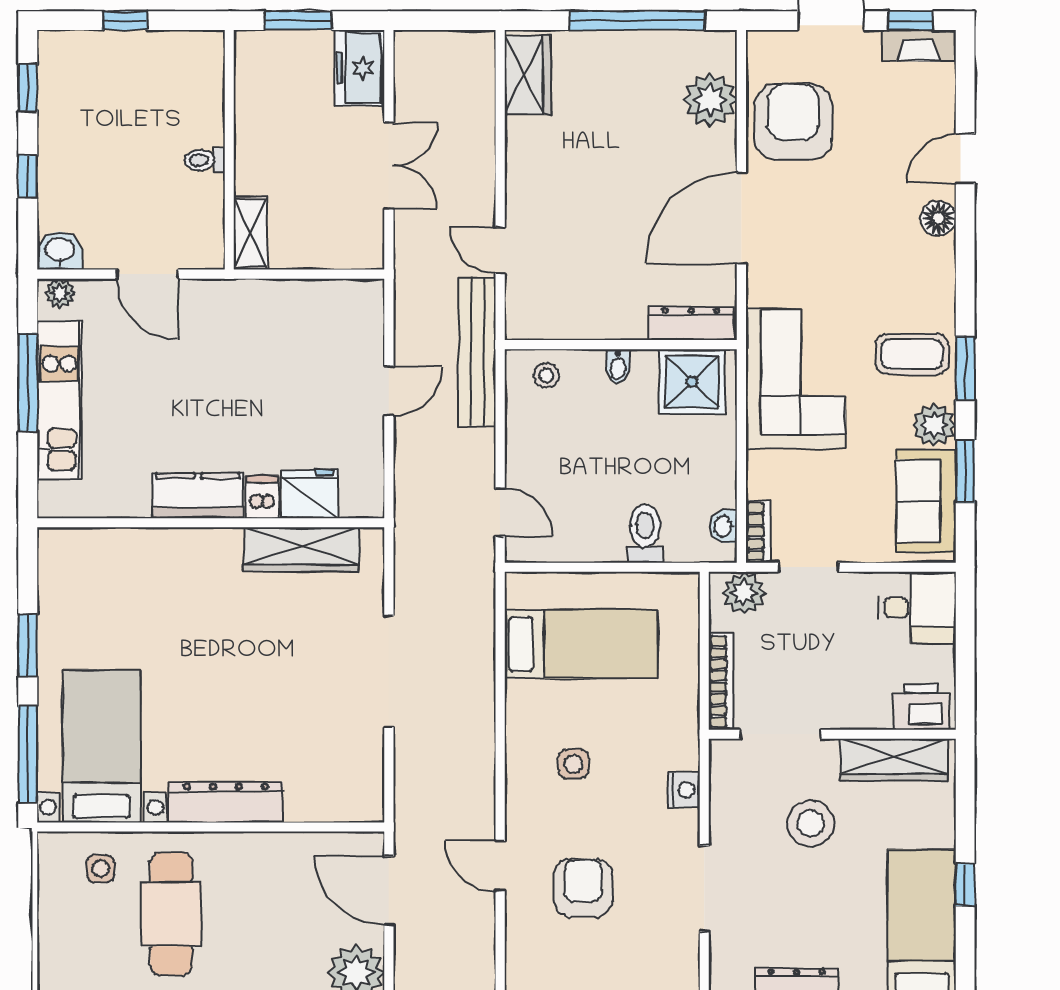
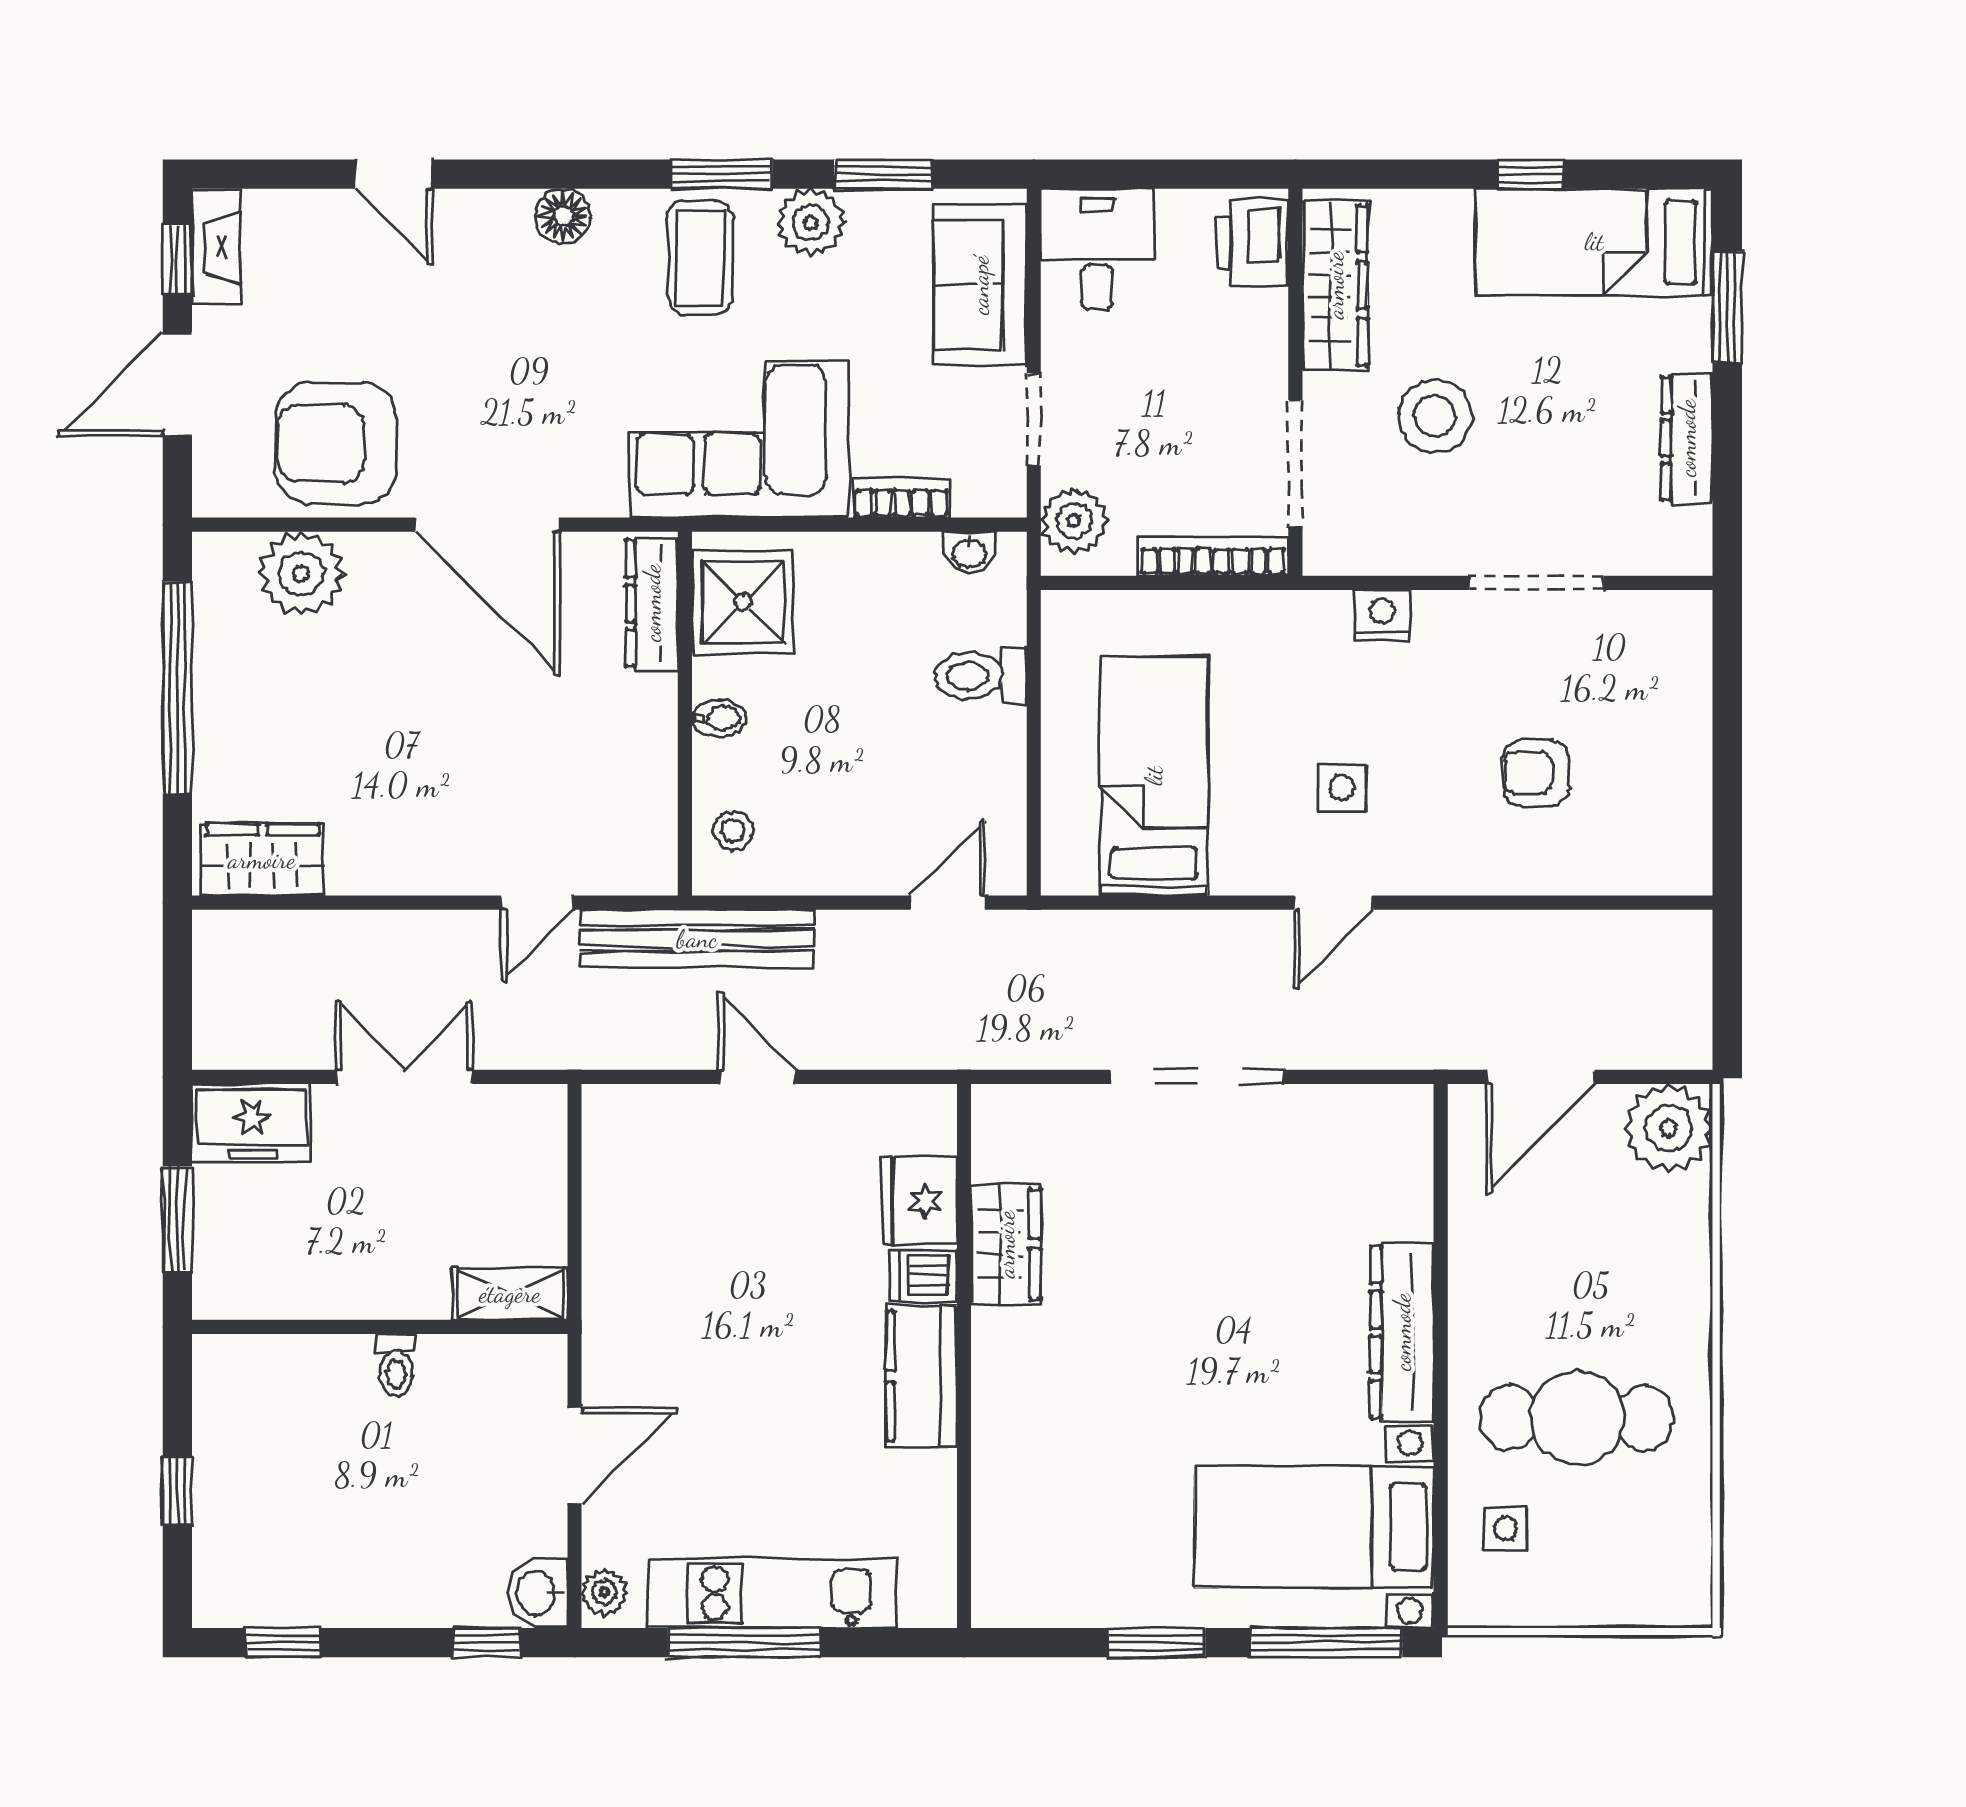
window: (28, 176) -> (487, 1643), moved
floor lamp: (938, 218) -> (563, 216), moved
sofa: (926, 501) -> (980, 285), moved, turned 90
bookcase: (758, 532) -> (902, 498), moved
wardrobe: (301, 549) -> (1006, 1244), width x0.67
door: (500, 866) -> (1334, 903), moved
armchair: (583, 888) -> (1536, 773), width x0.72, depth x0.72

